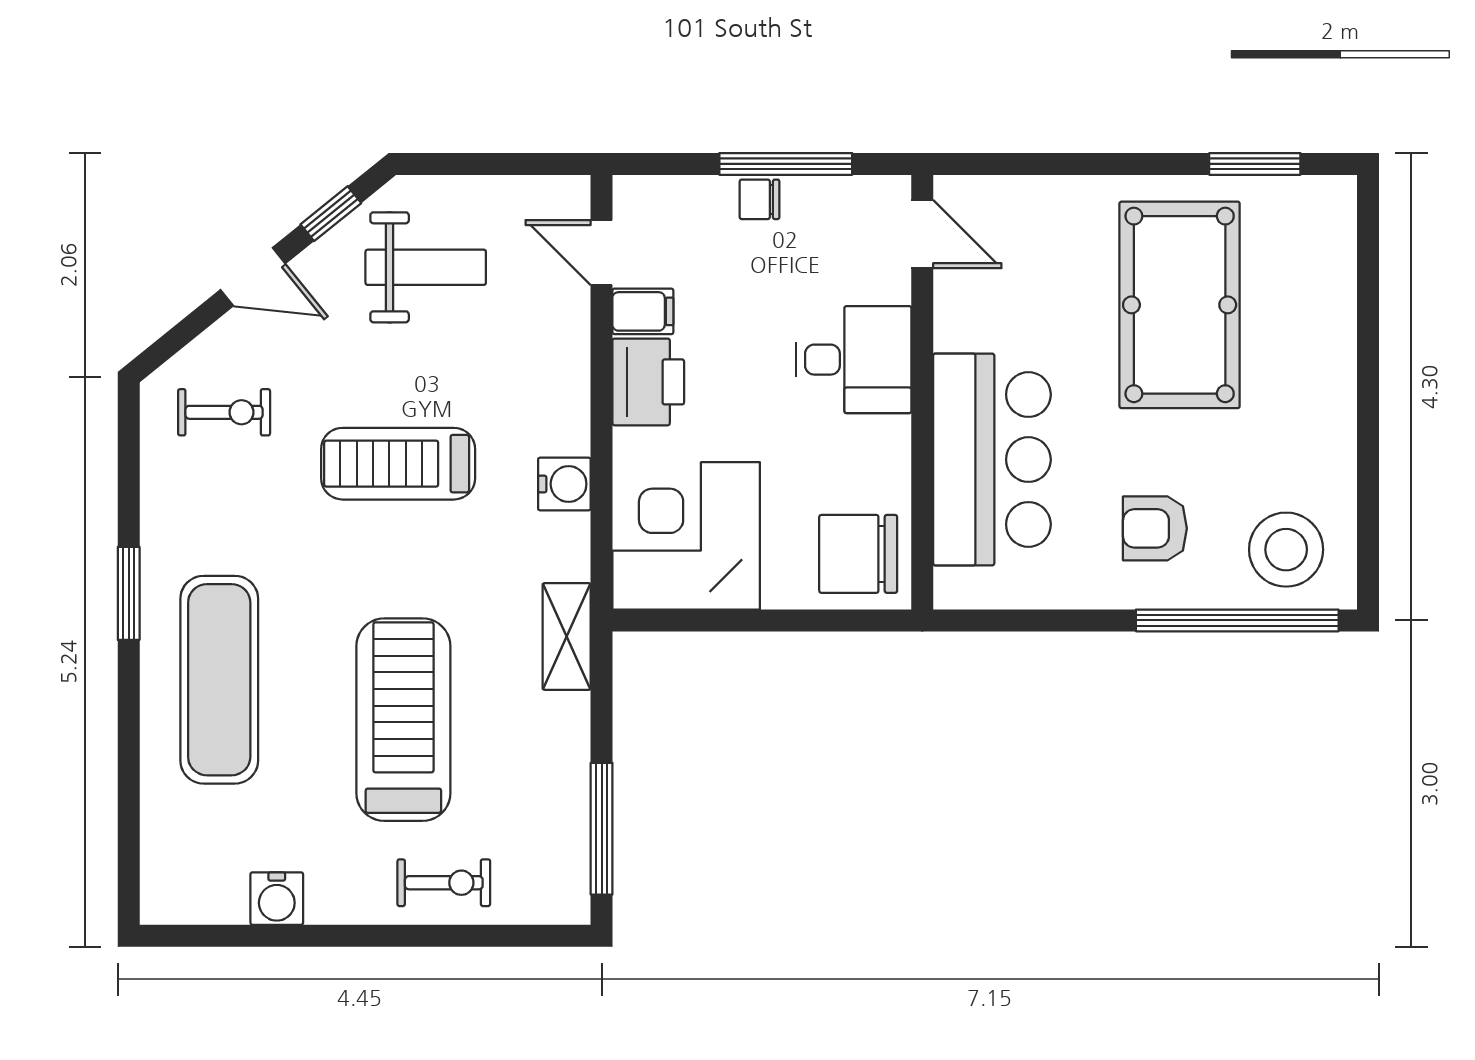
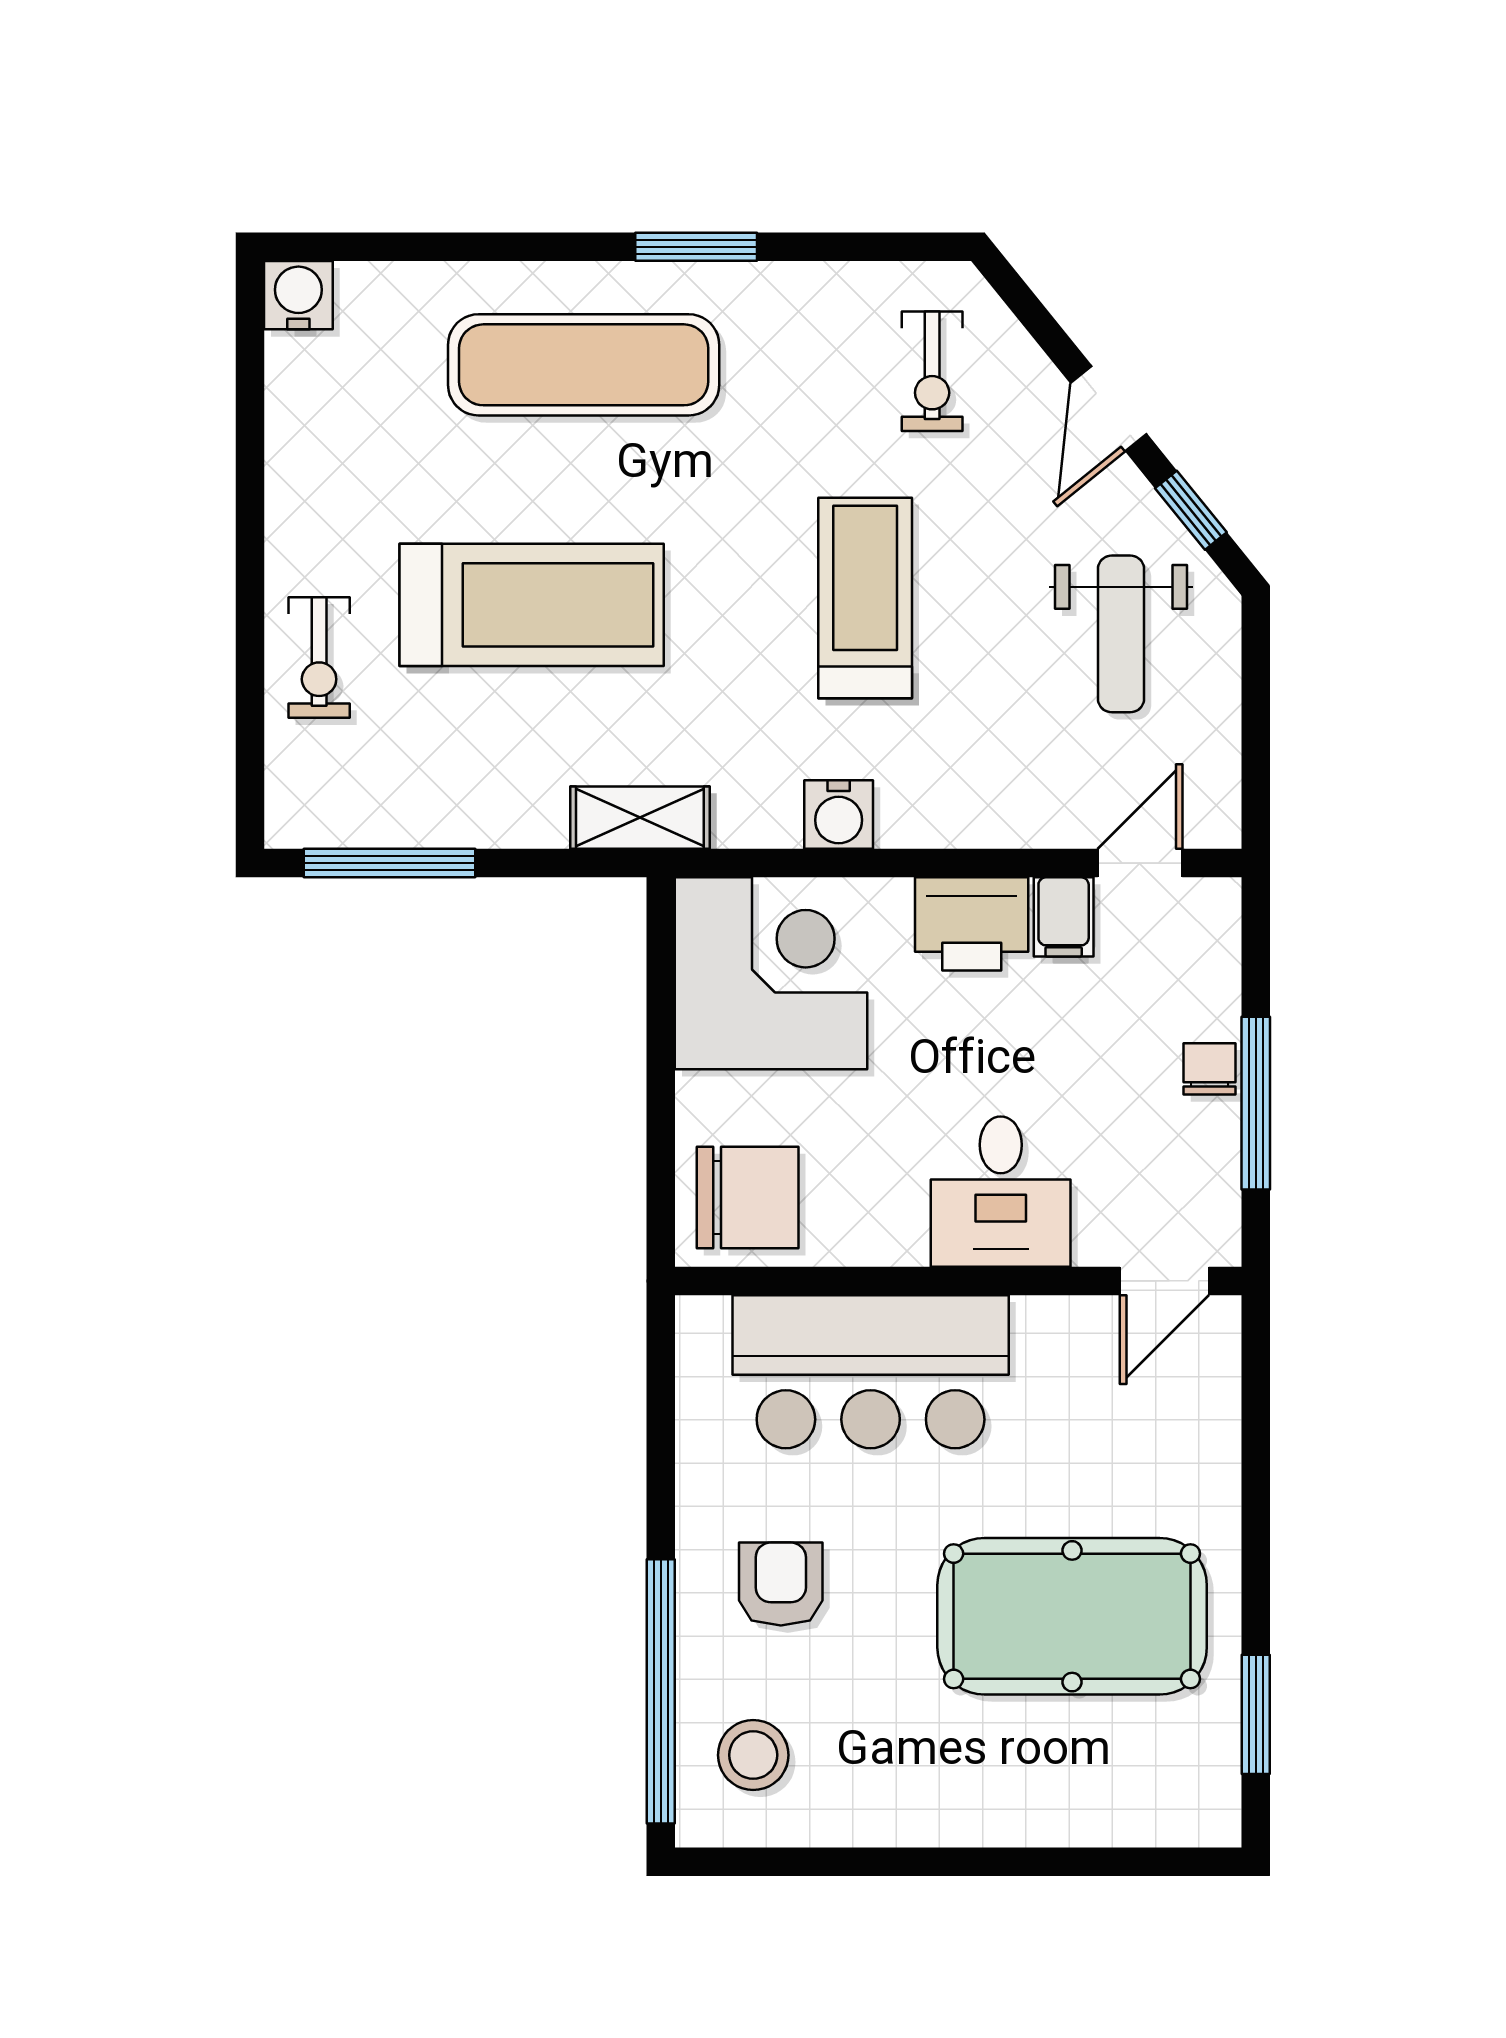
stool: (1286, 550) -> (753, 1755), width x0.73, depth x0.73
chair: (858, 554) -> (748, 1197), turned 90
water cooler: (277, 899) -> (298, 295), moved, turned 90

